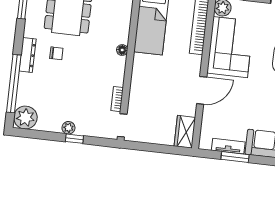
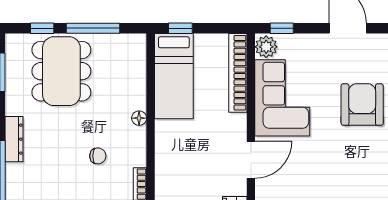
chair: (56, 53) -> (98, 156), moved

